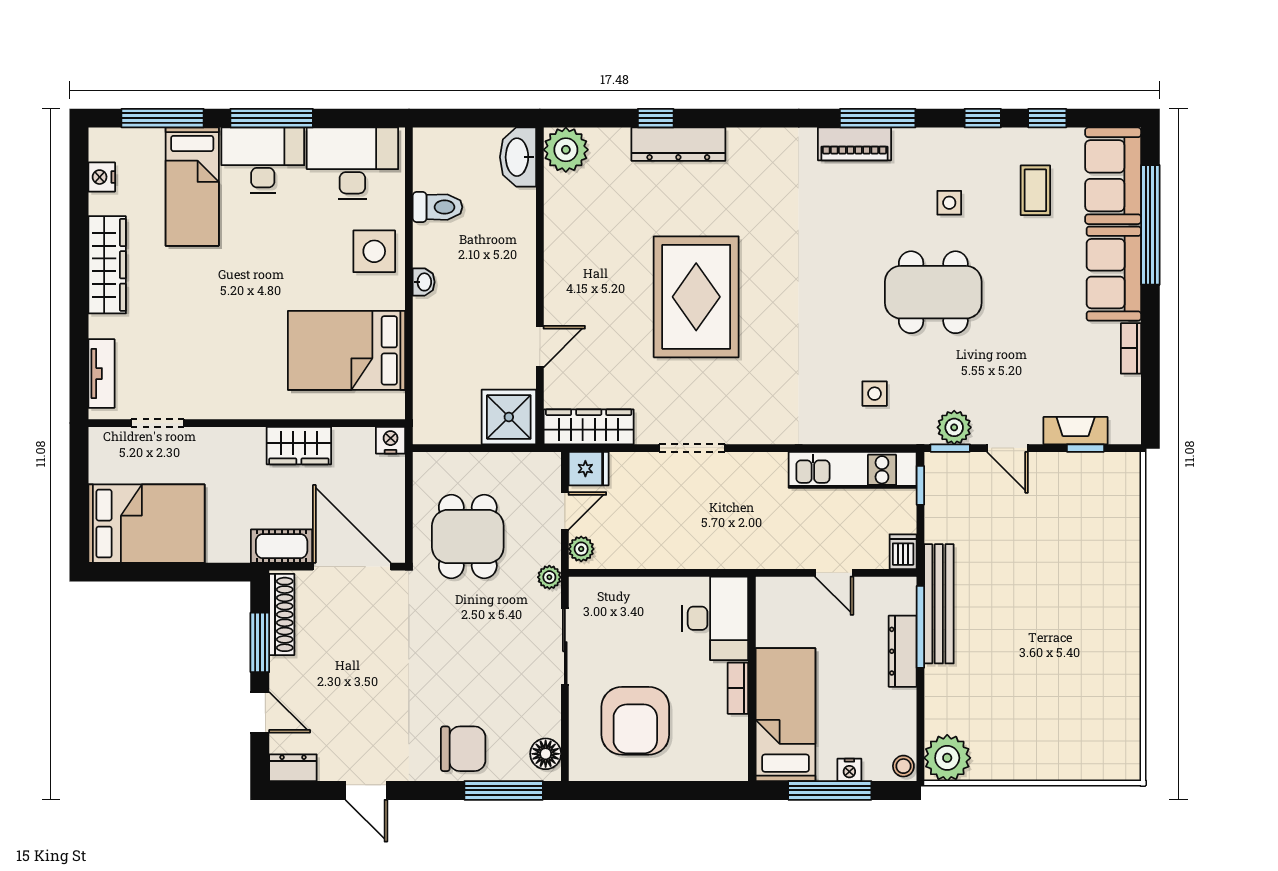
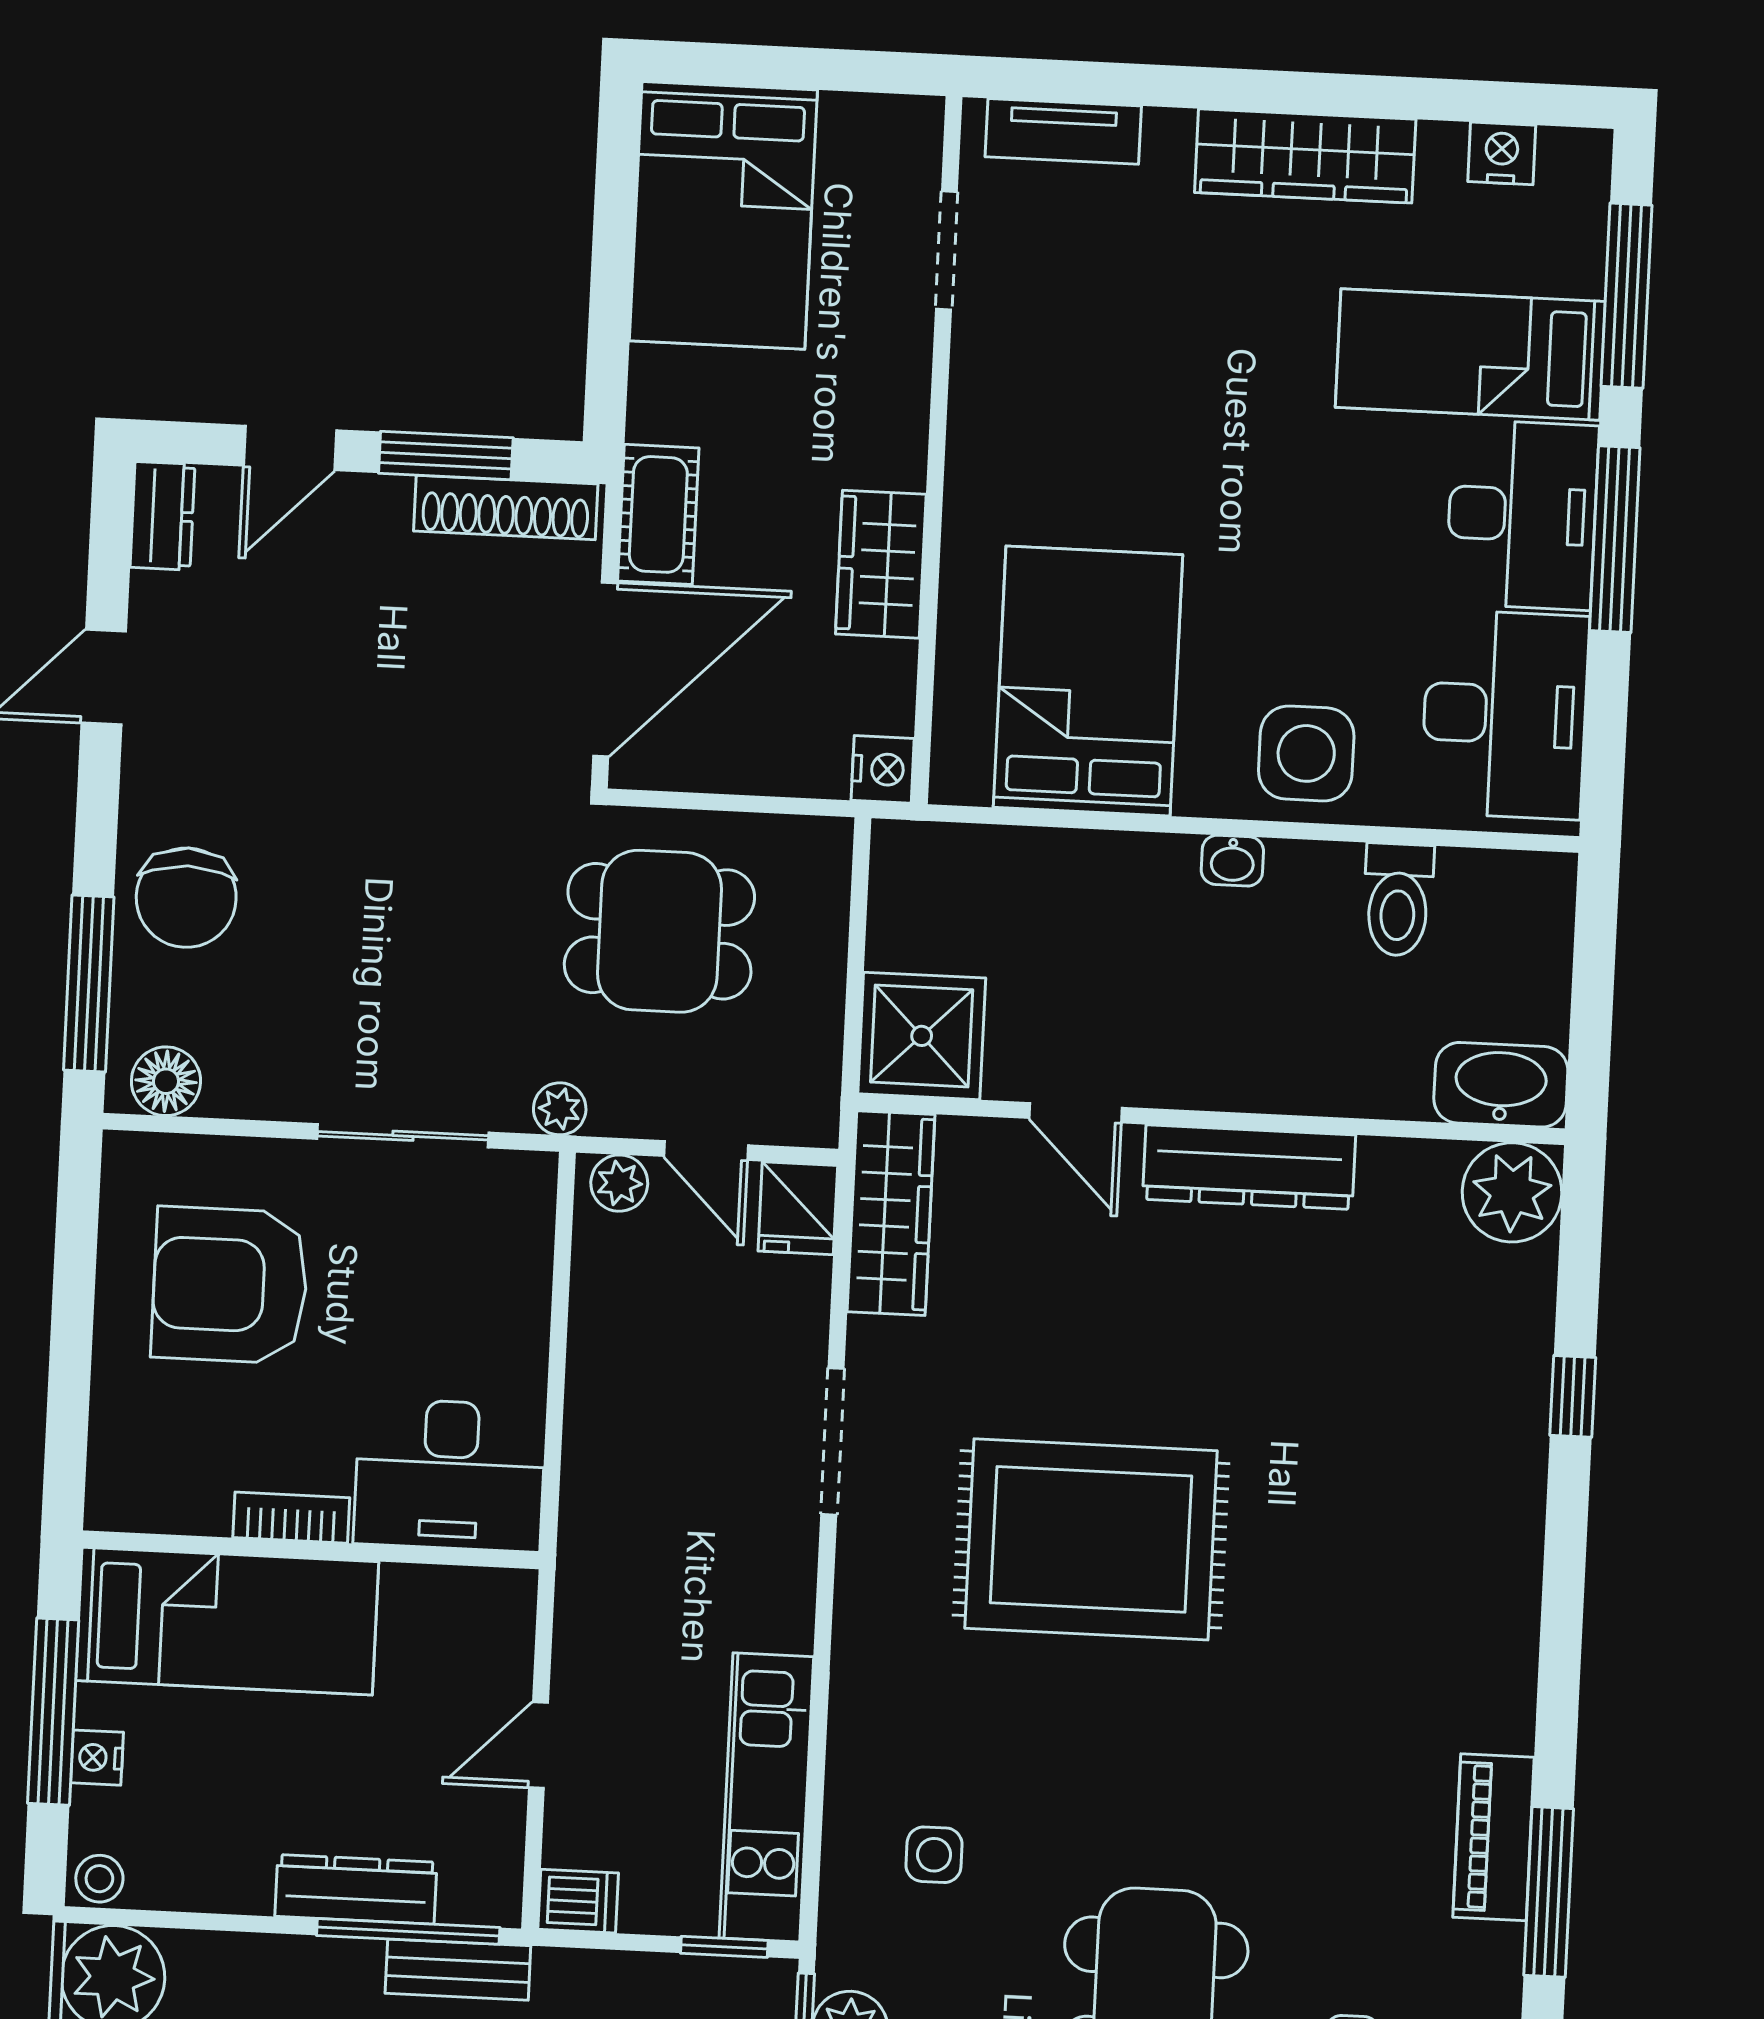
dresser: (678, 144) -> (1249, 1167), moved, turned -90
rug: (696, 297) -> (1091, 1539), moved
bench: (939, 604) -> (458, 1970), width x0.54, depth x0.82

